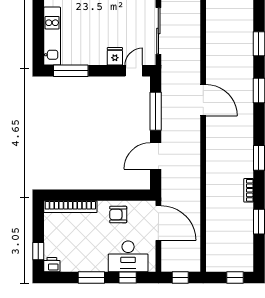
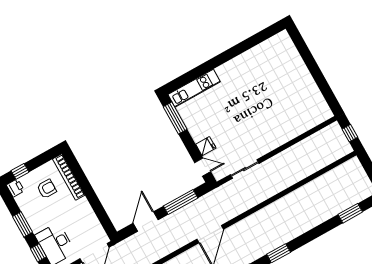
sliding door: (158, 31) -> (245, 169), width x0.73
door: (156, 156) -> (146, 222), hinge flipped
armchair: (118, 215) -> (47, 189), moved, turned 90

